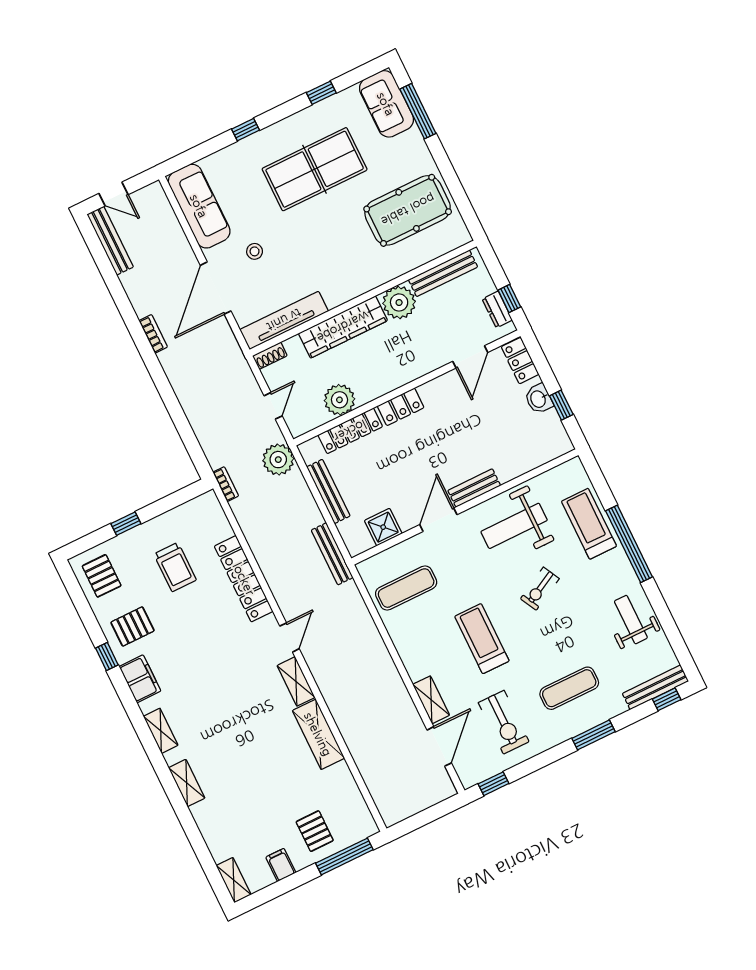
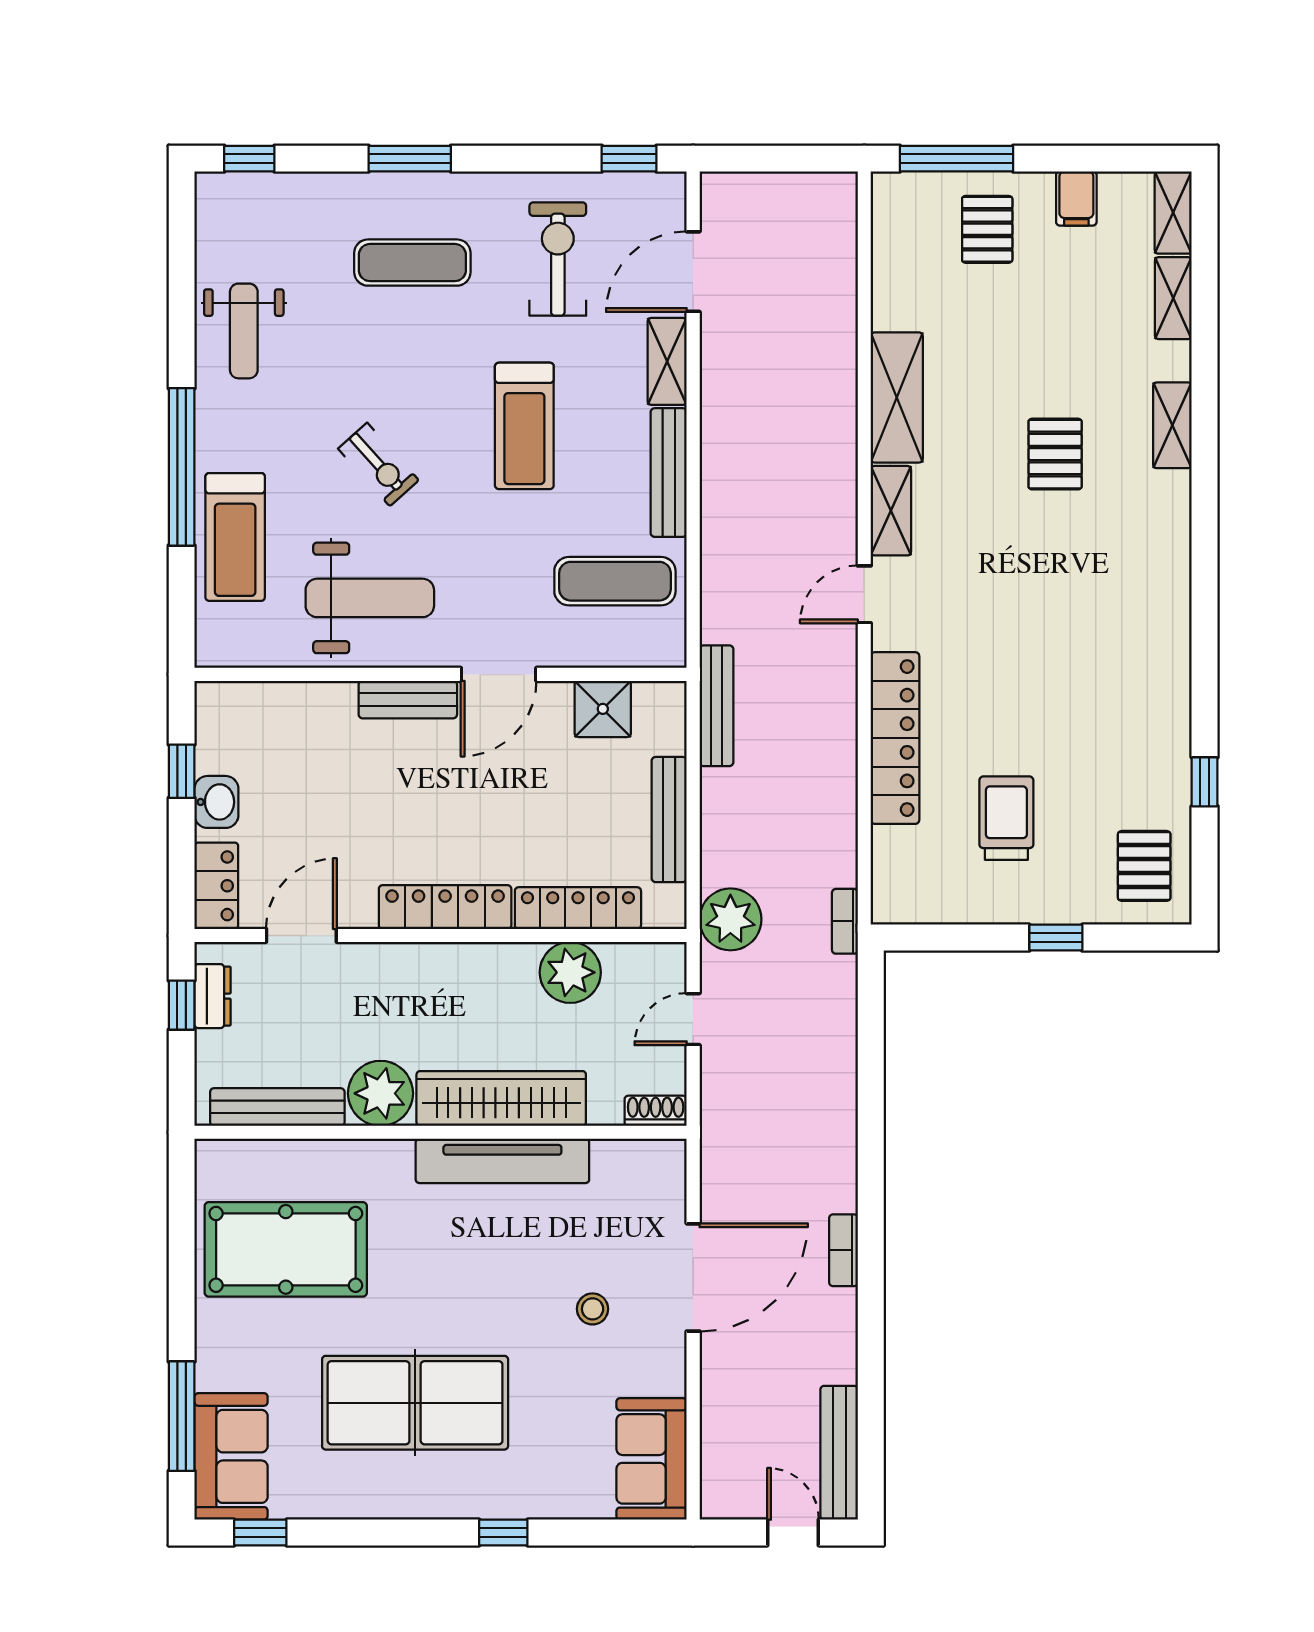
window: (321, 93) -> (260, 1532), moved
sofa: (199, 206) -> (652, 1459), width x0.73
tv unit: (284, 320) -> (502, 1161), moved
locker: (401, 407) -> (445, 907), width x1.53
exercise bike: (540, 589) -> (378, 464), turned 76
pallet: (133, 626) -> (1055, 454), moved, turned 90
window: (107, 656) -> (1205, 782), moved
filing cabinet: (140, 679) -> (1165, 650), removed
bench: (655, 687) -> (669, 473), moved, turned 90
shelving: (161, 731) -> (1173, 298), moved

